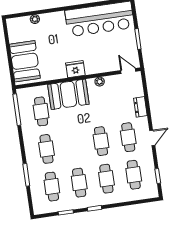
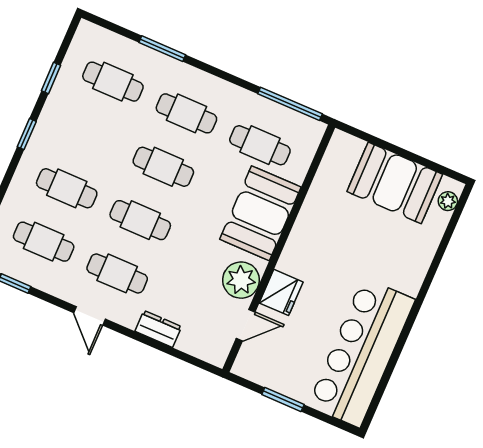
plant: (35, 19) -> (448, 201), moved
booth: (25, 61) -> (395, 183), moved
fridge: (75, 69) -> (281, 292), moved
door: (128, 71) -> (246, 325), moved
plant: (100, 82) -> (241, 280), width x1.88, depth x1.88
cafe table: (79, 183) -> (163, 167), moved

